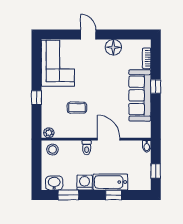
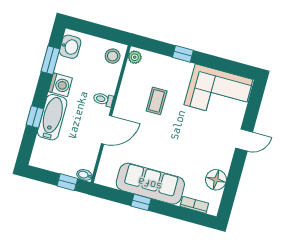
floor lamp: (113, 47) -> (216, 180), moved
window: (156, 87) -> (141, 202), moved
window: (156, 171) -> (67, 182), moved

